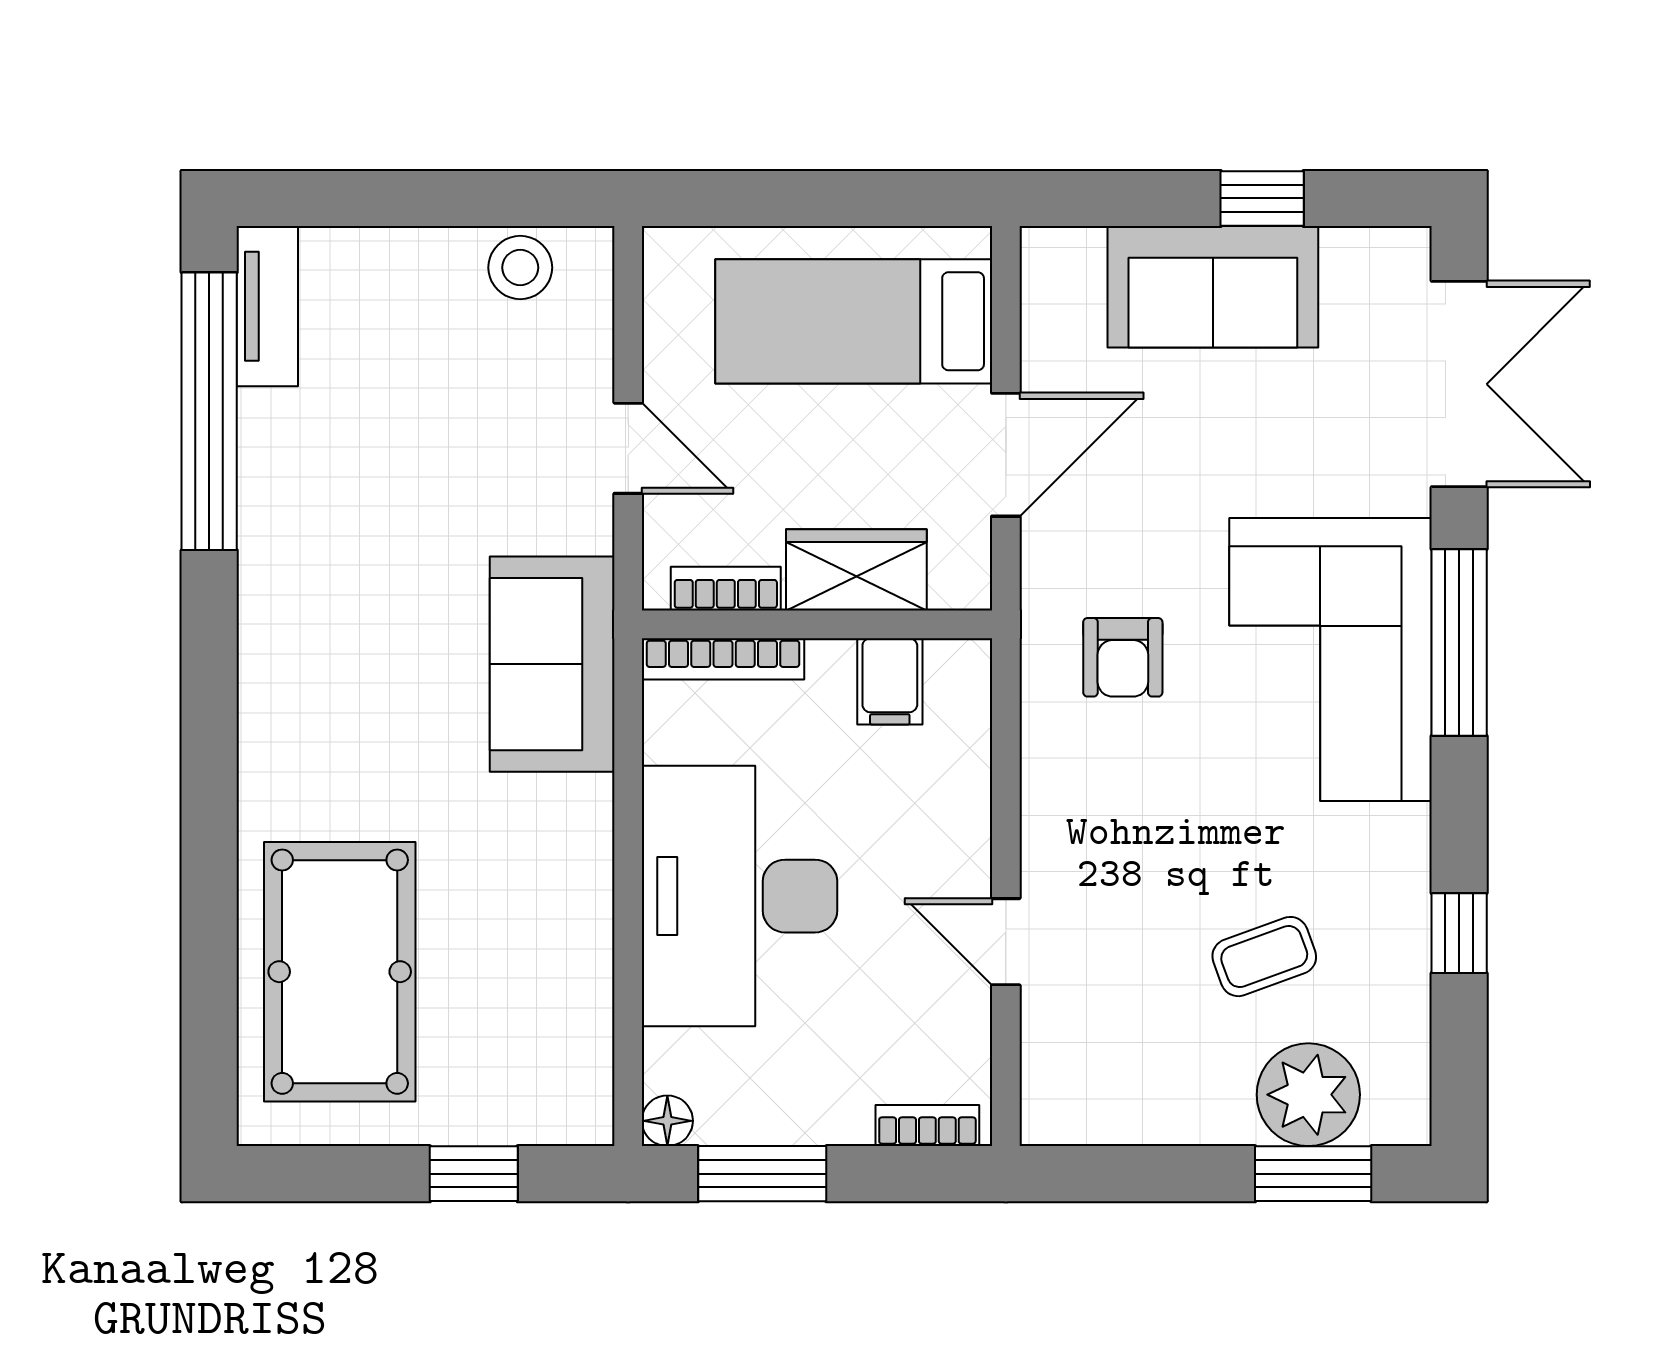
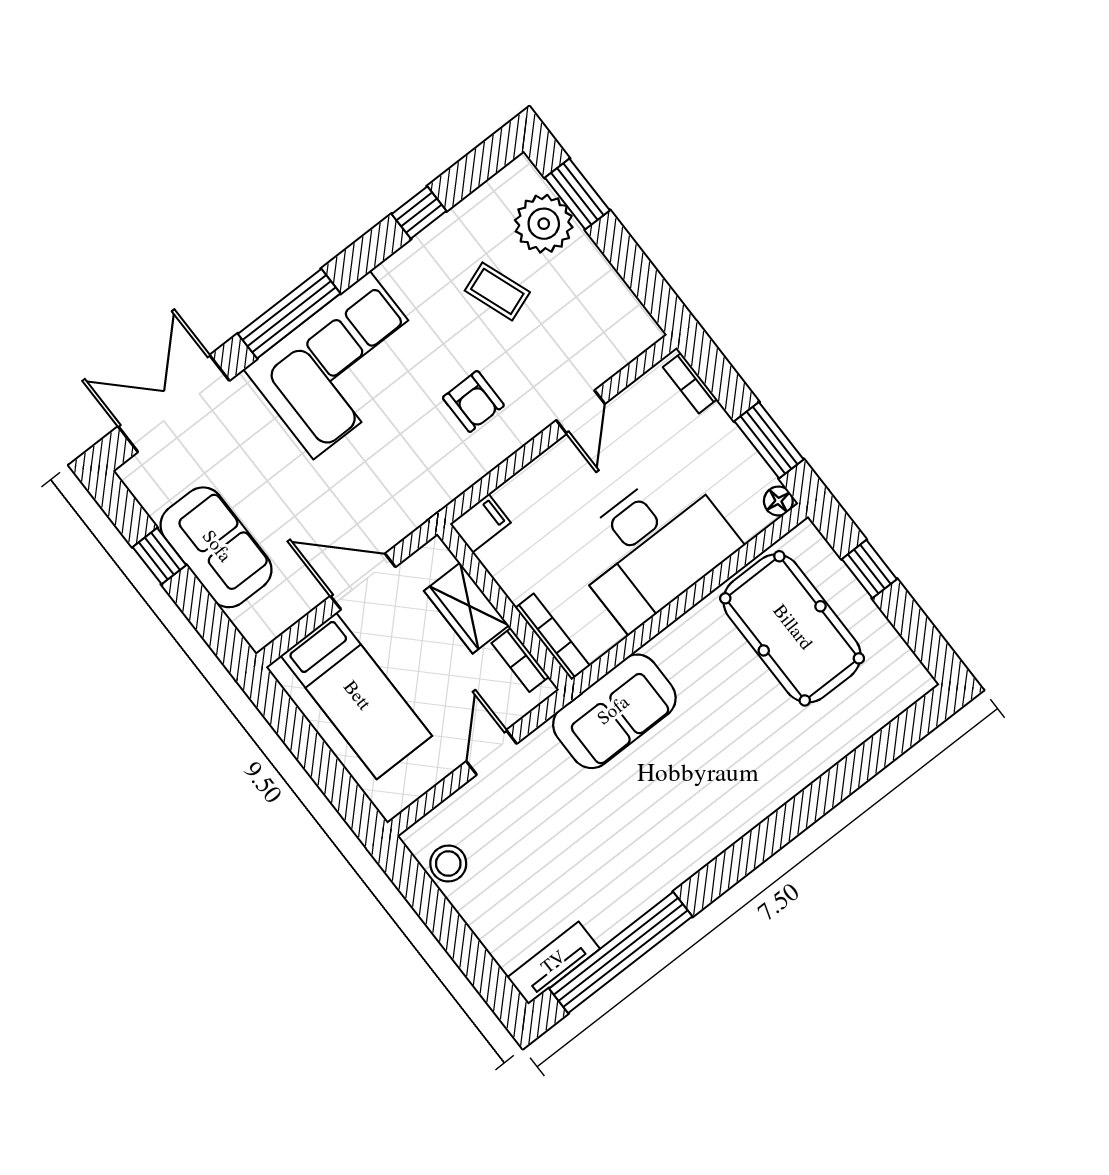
armchair: (1123, 657) -> (473, 401), moved, turned 90
filing cabinet: (890, 681) -> (480, 523), moved
pool table: (340, 972) -> (792, 628), moved, turned 90

